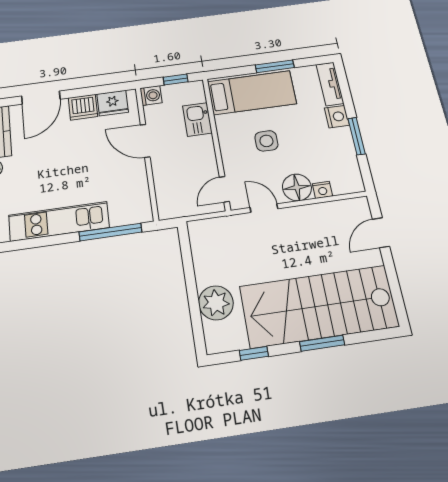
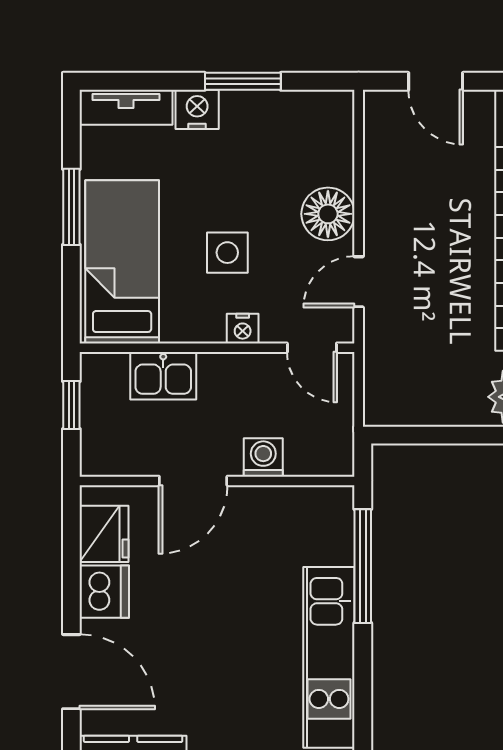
washing machine: (151, 96) -> (263, 457), moved
nightstand: (322, 190) -> (243, 329), moved, turned 90

